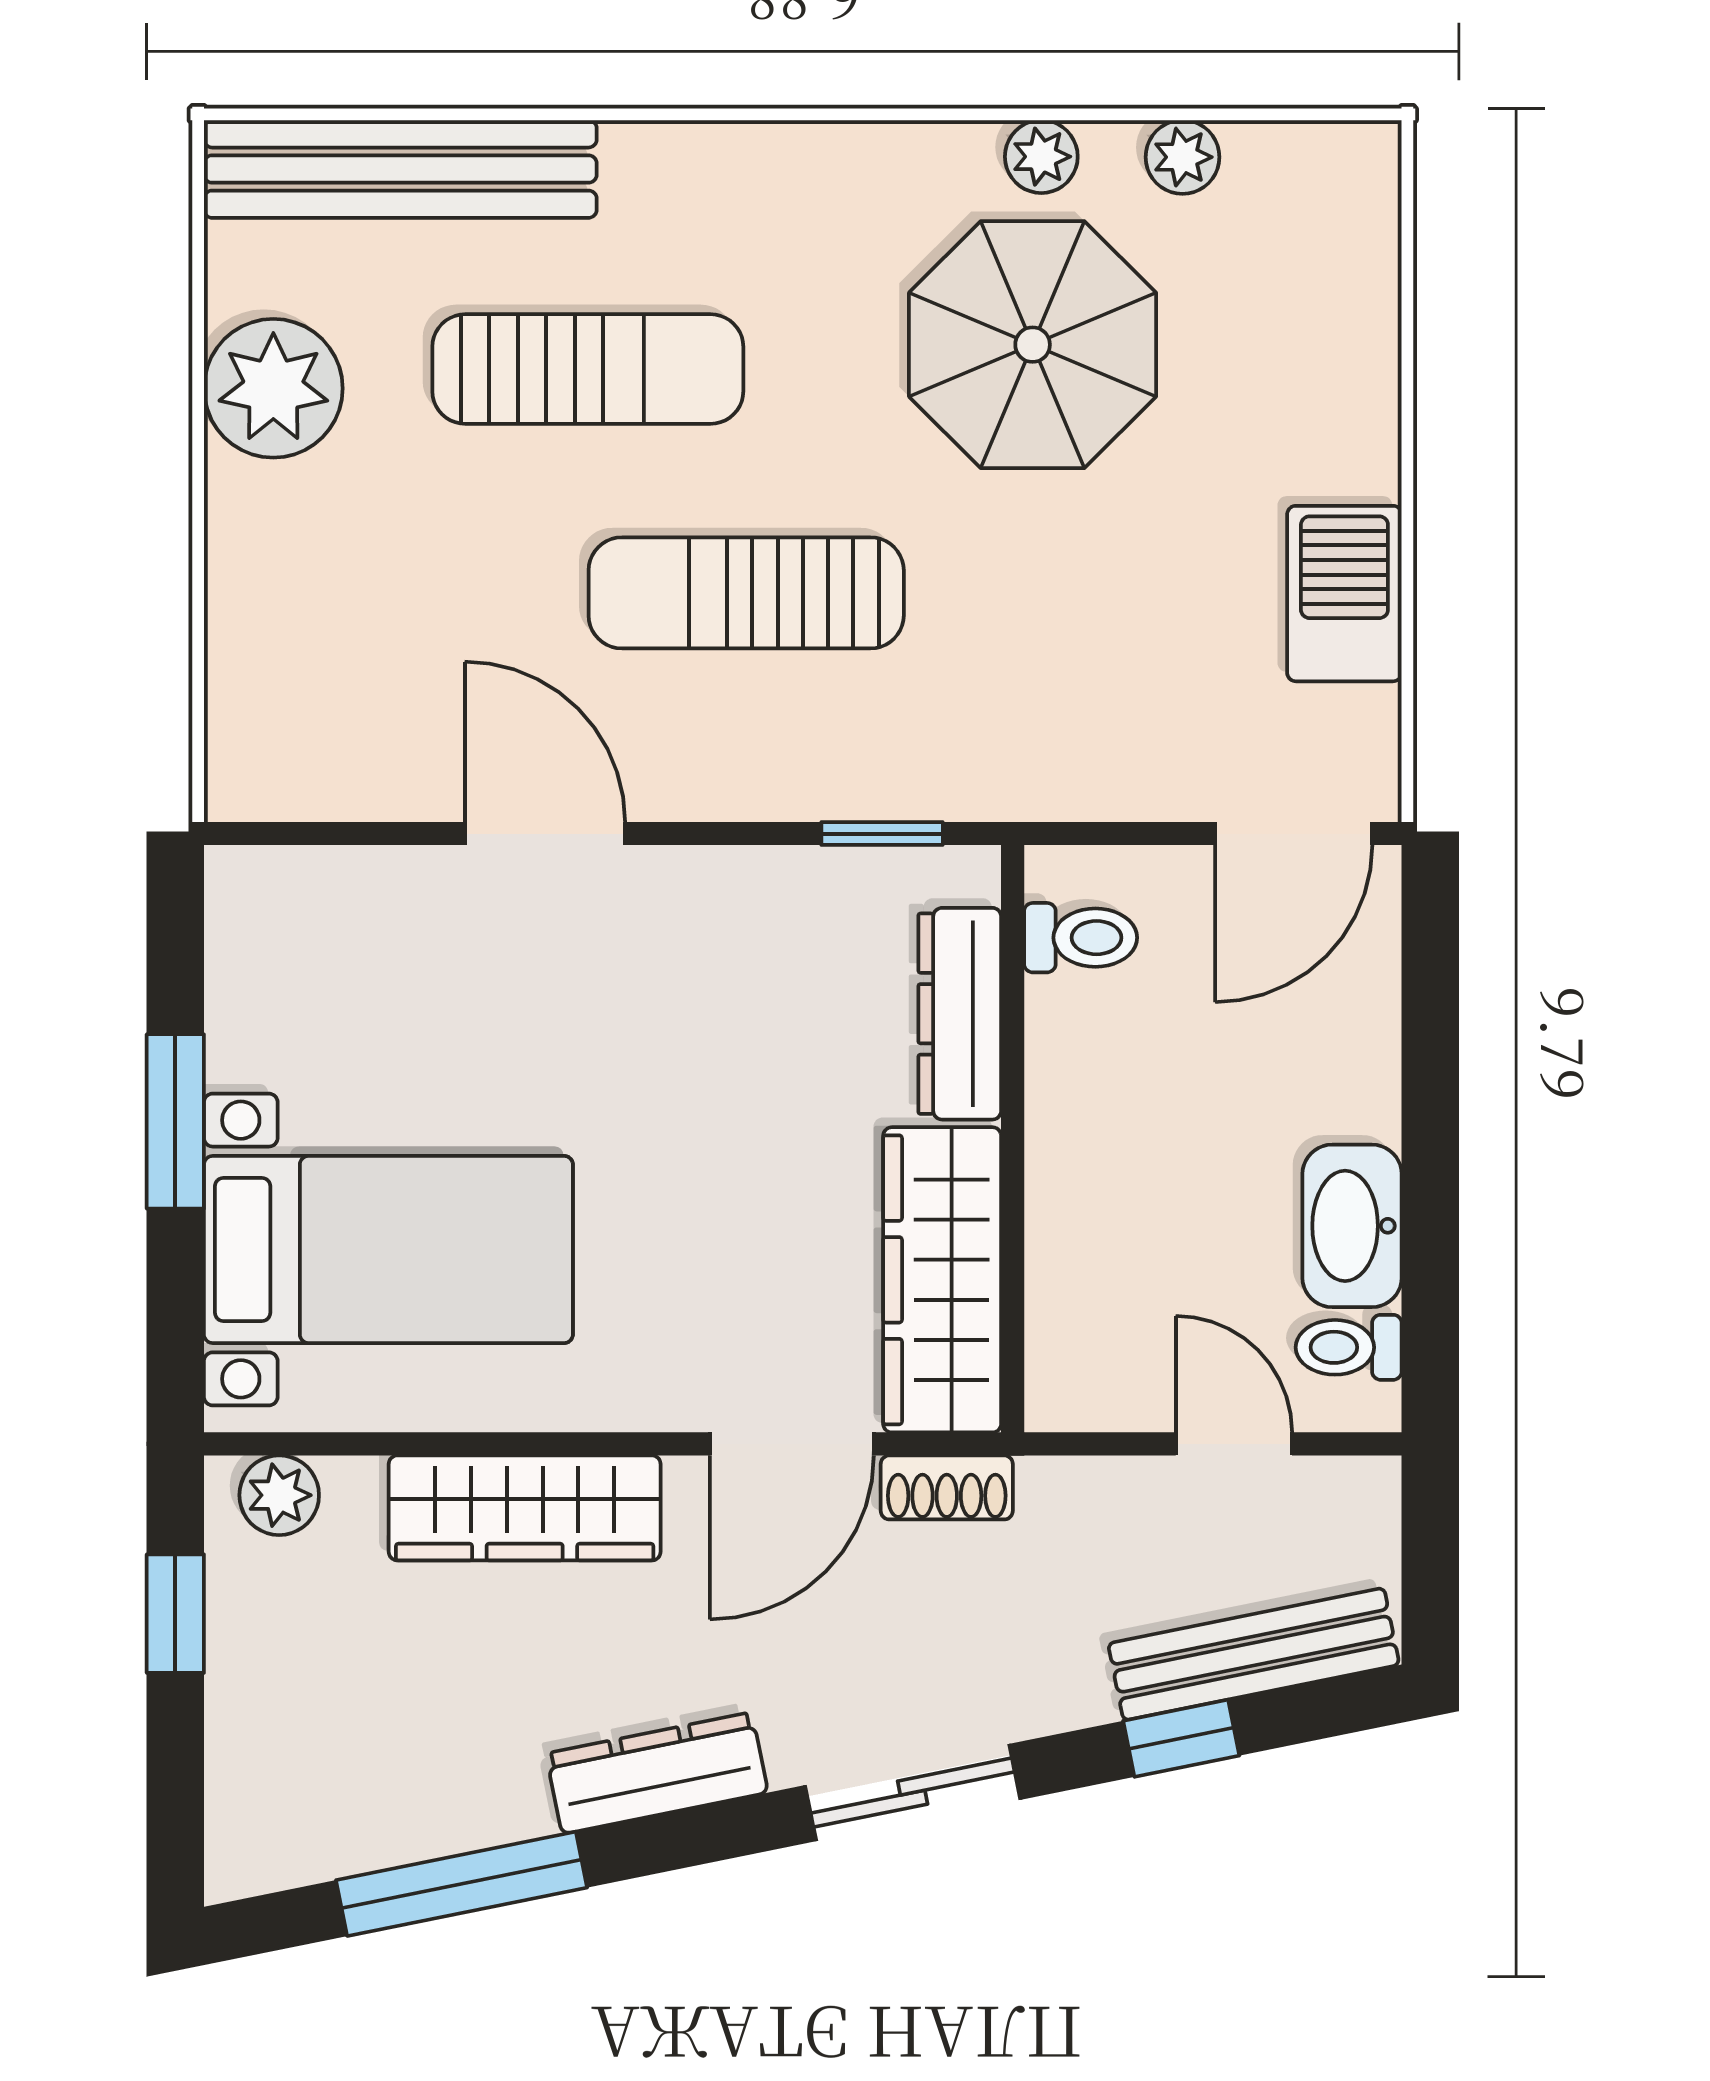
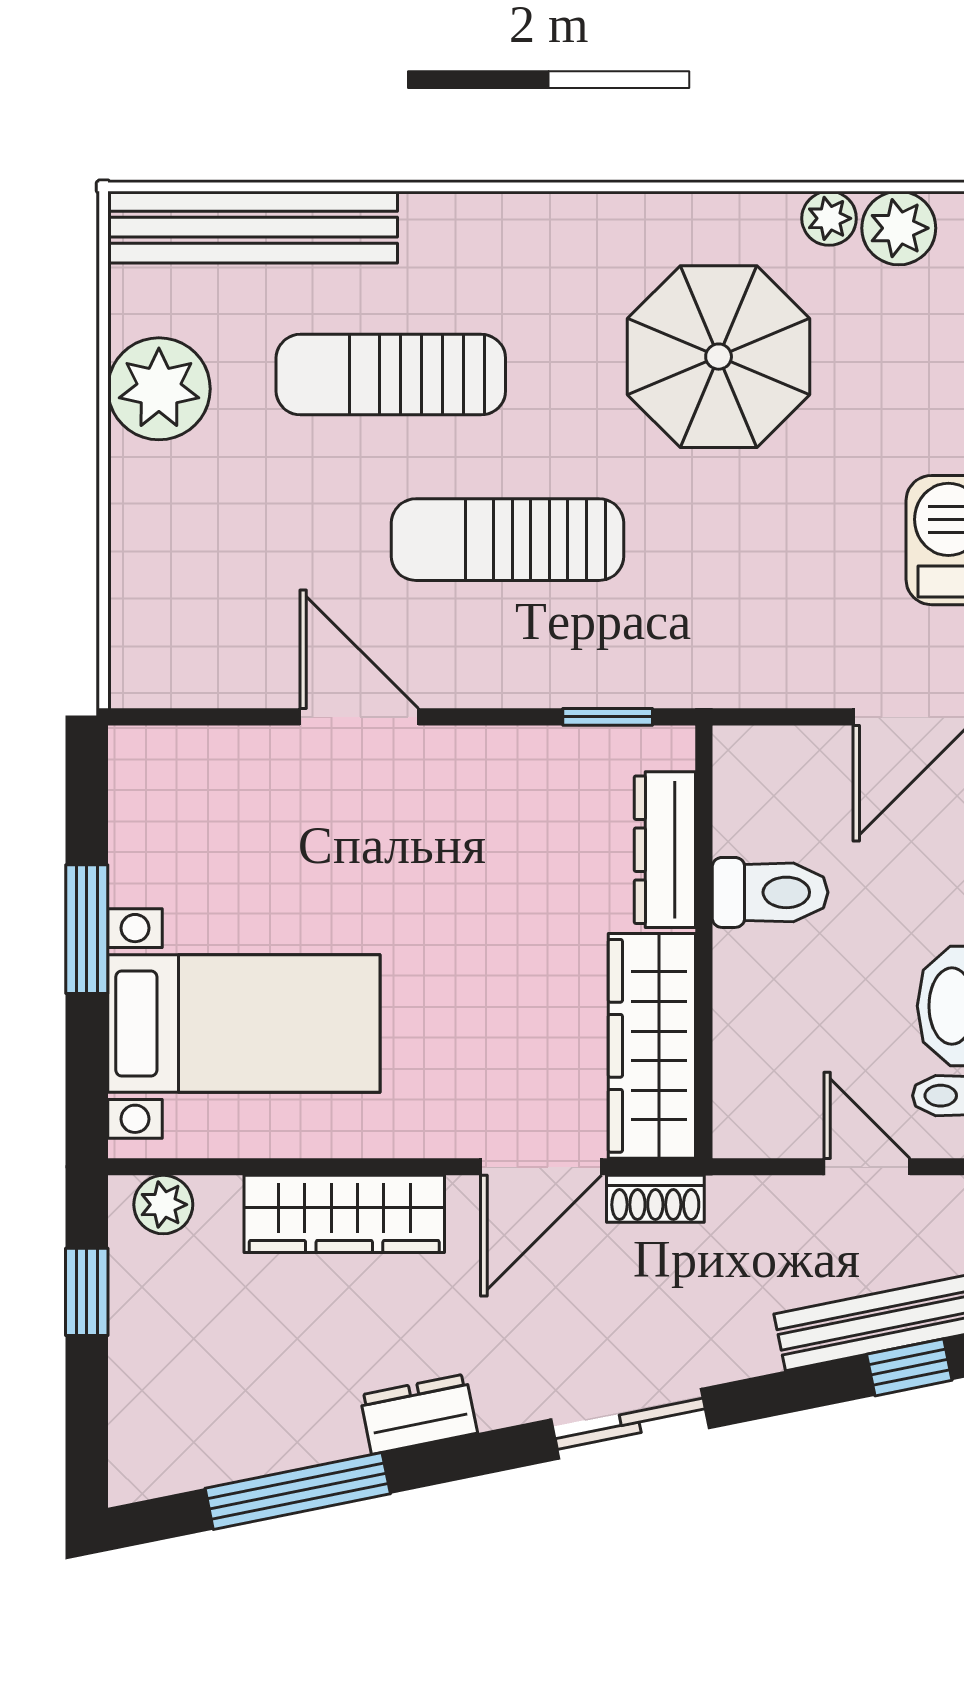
plant: (1041, 157) -> (899, 228), moved, width x1.38, depth x1.38
sun lounger: (588, 369) -> (391, 375), turned 180
toilet: (1081, 938) -> (770, 892), moved, width x1.37, depth x1.39
window: (1181, 1738) -> (909, 1367), moved
dresser: (657, 1773) -> (419, 1414), width x0.70

